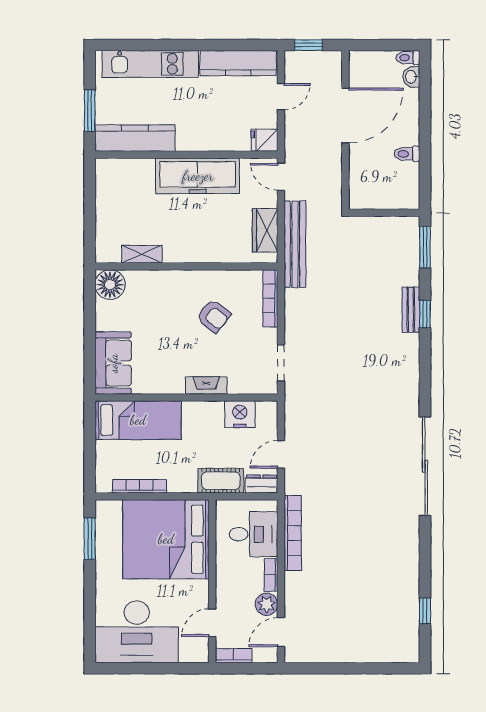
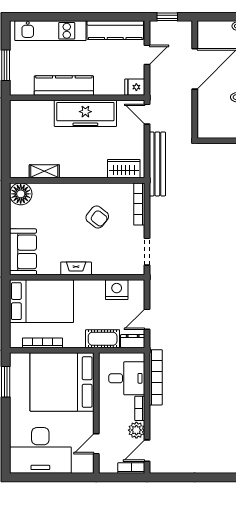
kitchen counter: (135, 138) -> (64, 86), moved
wardrobe: (265, 230) -> (124, 169), moved, turned 90
fireplace: (206, 385) -> (76, 268), moved
bed: (138, 420) -> (41, 301), width x1.50
bookcase: (234, 656) -> (131, 468), moved

